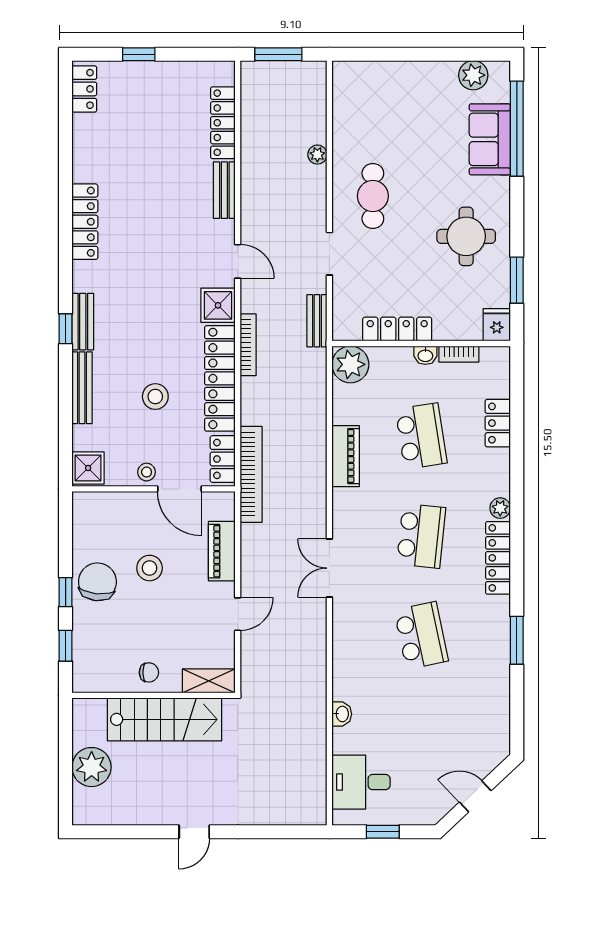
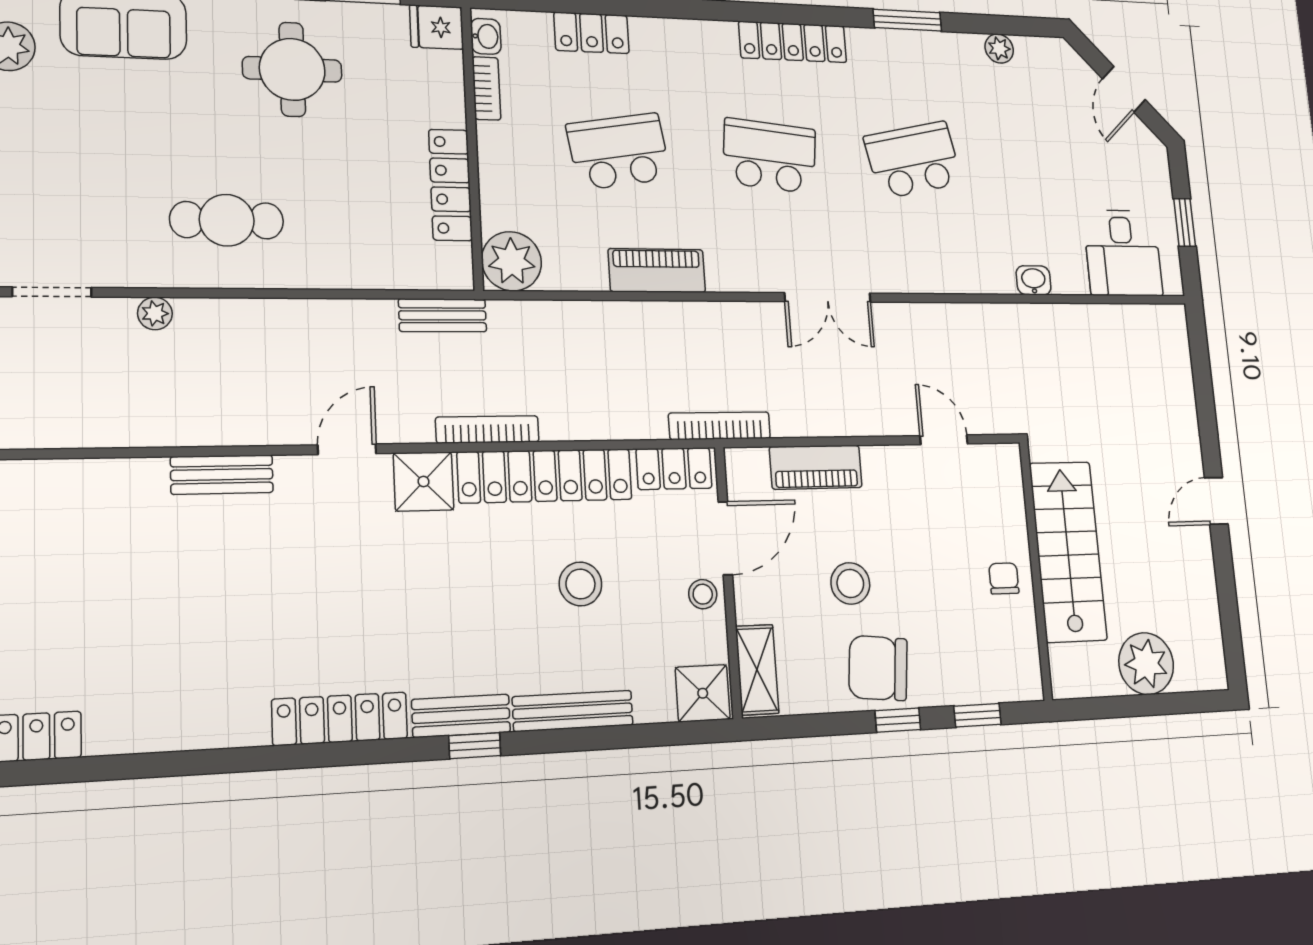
locker: (223, 123) -> (99, 480), removed
locker: (85, 222) -> (340, 719), moved
doorway: (329, 254) -> (52, 292), moved
washbasin: (425, 355) -> (486, 36), moved
bookcase: (251, 474) -> (720, 426), width x0.68, depth x0.76
plant: (500, 508) -> (999, 49), moved
door: (238, 614) -> (944, 440), moved
shelving: (209, 681) -> (757, 670), moved
door: (194, 832) -> (1216, 501), swing flipped

